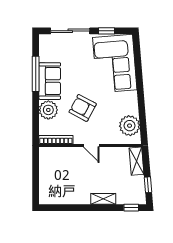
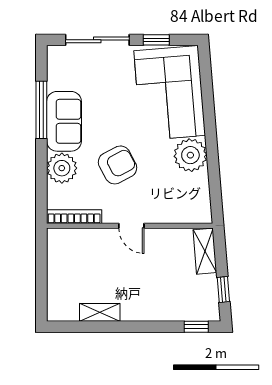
armchair: (83, 108) -> (117, 165), turned 124
plant: (130, 126) -> (190, 155), moved
shelving: (103, 199) -> (100, 312), moved

